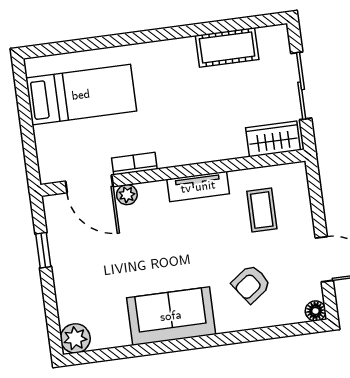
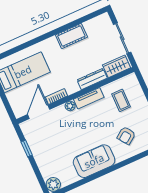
cot: (227, 47) -> (71, 36), moved
dresser: (217, 150) -> (92, 79), added
door: (89, 184) -> (39, 112), swing flipped
plant: (127, 195) -> (70, 106), moved

